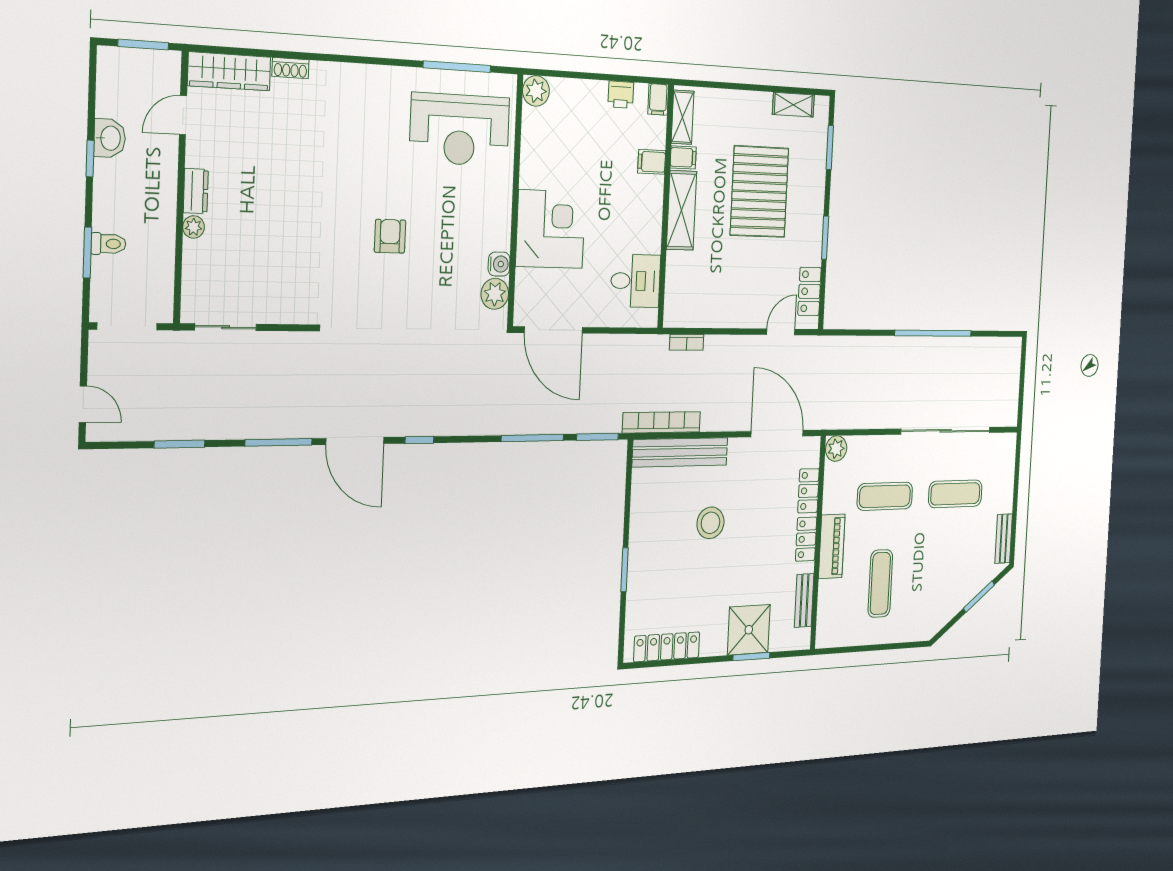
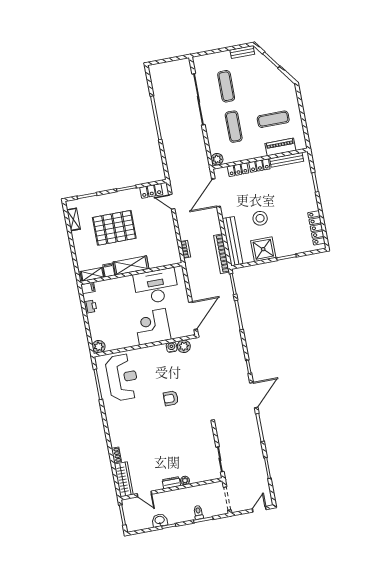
filing cabinet: (652, 162) -> (114, 285), removed
desk: (636, 281) -> (156, 286), width x1.87, depth x1.30
piano: (832, 546) -> (280, 147), moved
bench: (804, 600) -> (287, 160), width x1.36
shower: (749, 630) -> (263, 249), moved

